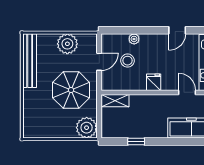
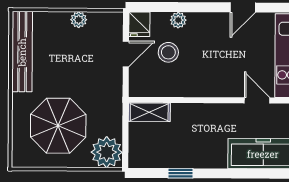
plant: (67, 44) -> (79, 20), width x0.53, depth x0.53
fridge: (154, 82) -> (139, 24), moved, turned 180
parasol: (71, 90) -> (58, 126), moved

